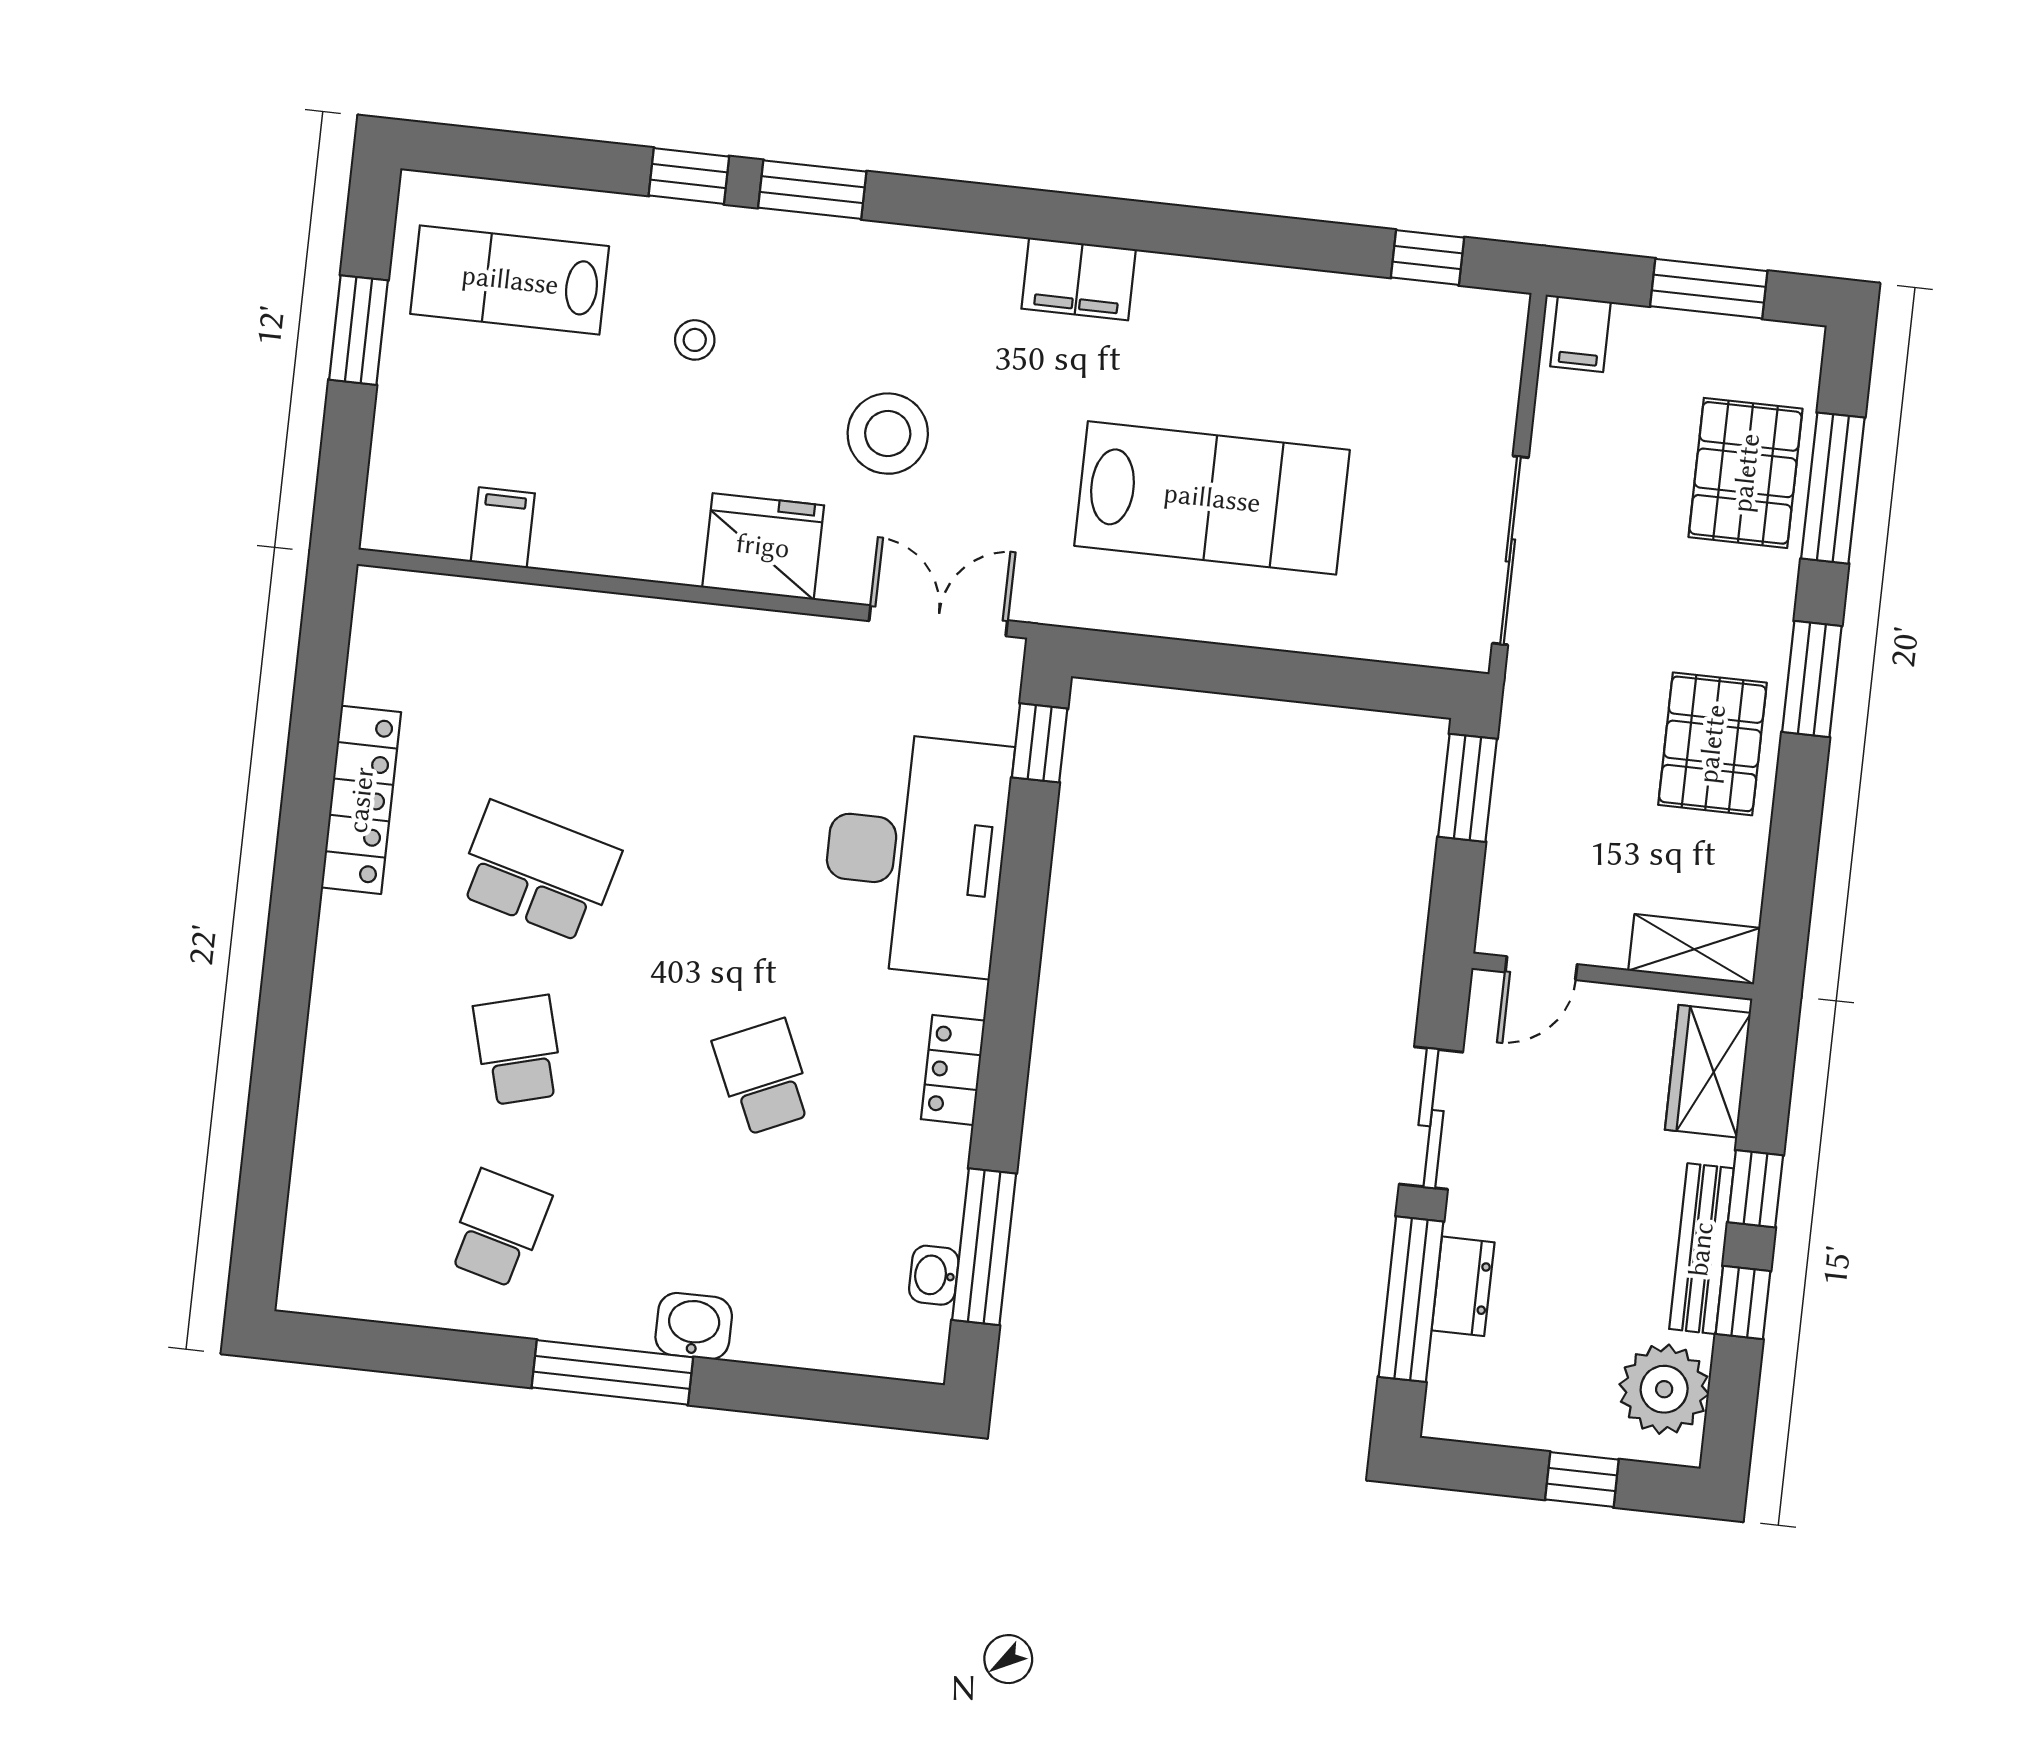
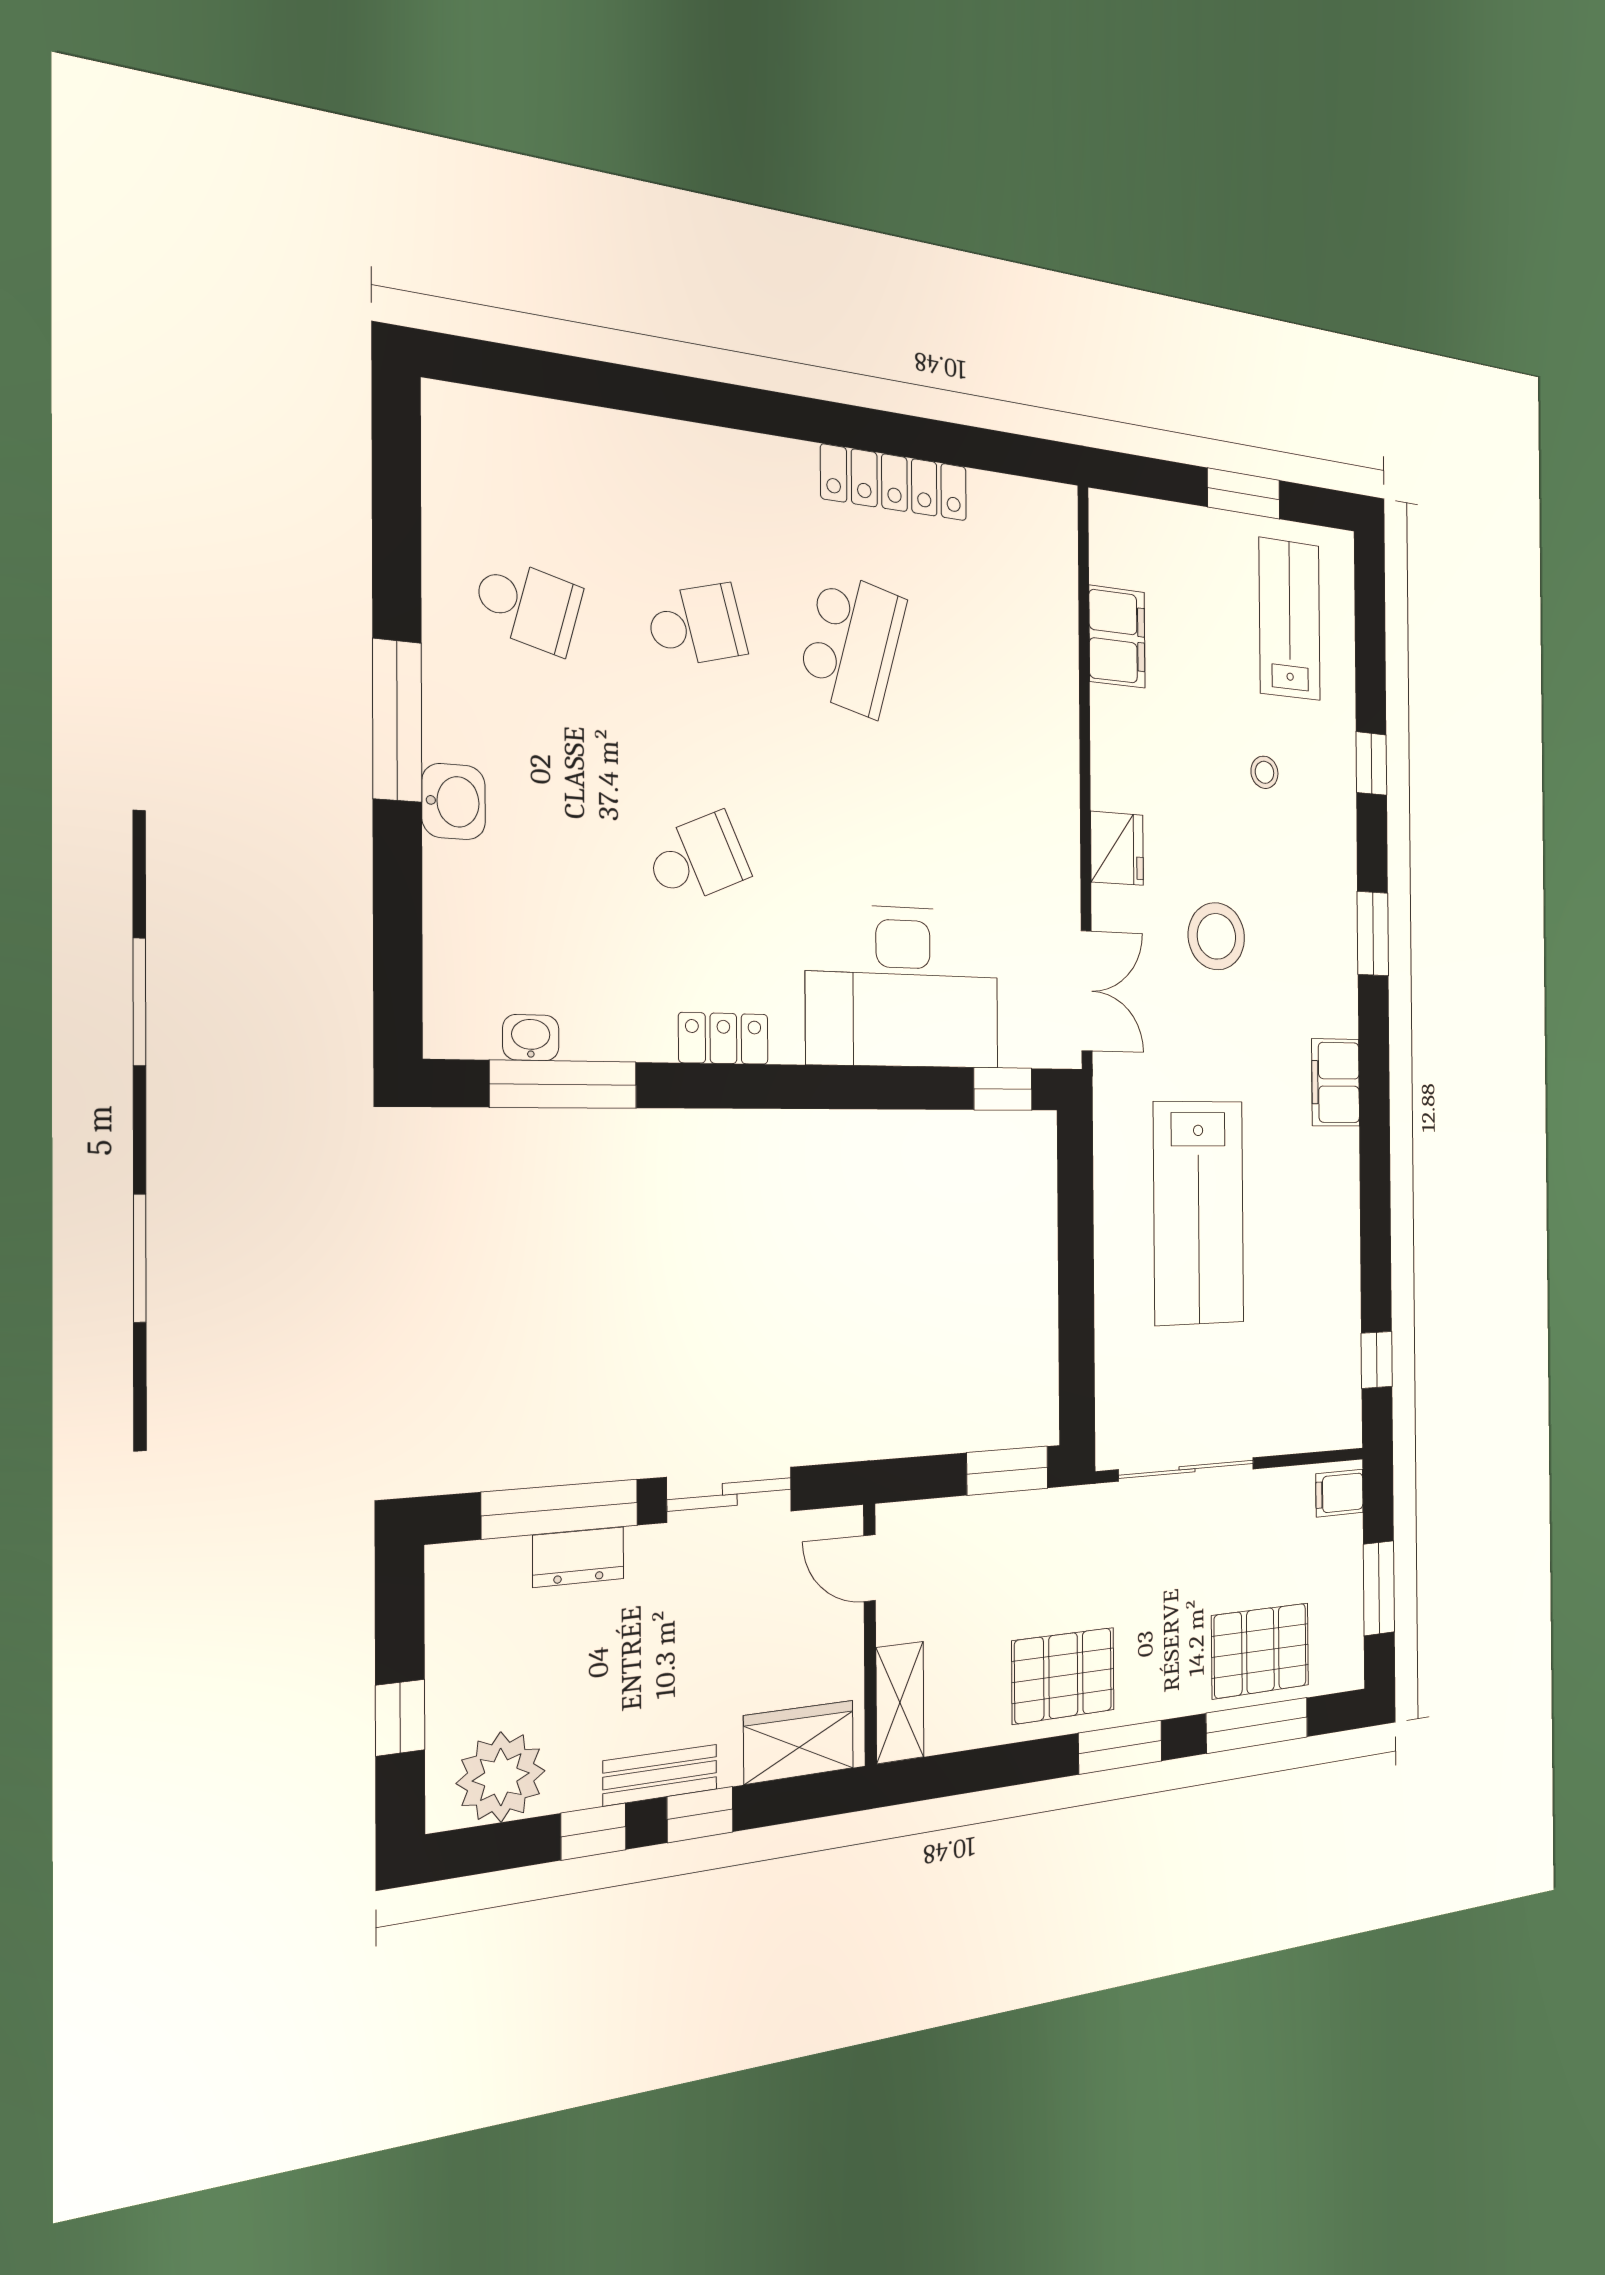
window: (812, 190) -> (1373, 934), moved
filing cabinet: (503, 528) -> (1117, 637), width x2.00
fridge: (763, 546) -> (1117, 848), width x0.73, depth x0.75
bench: (1701, 1249) -> (660, 1775), width x0.73

